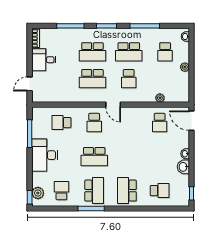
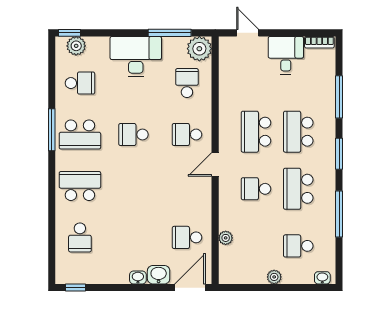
plant: (40, 115) -> (199, 49), added
school desk: (94, 157) -> (133, 134), width x0.54
washbasin: (183, 167) -> (159, 275), moved

